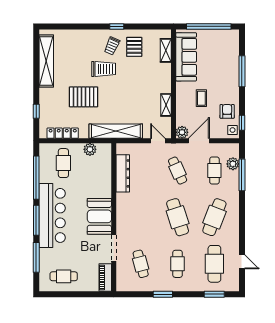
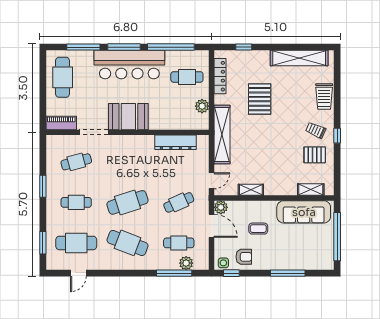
trolley: (104, 69) -> (324, 96), moved
cafe table: (64, 276) -> (63, 77), width x1.37, depth x1.35

